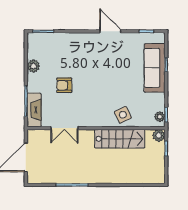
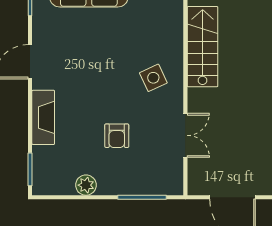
fireplace: (34, 110) -> (43, 117), moved, turned 90
side table: (123, 115) -> (153, 78), moved

